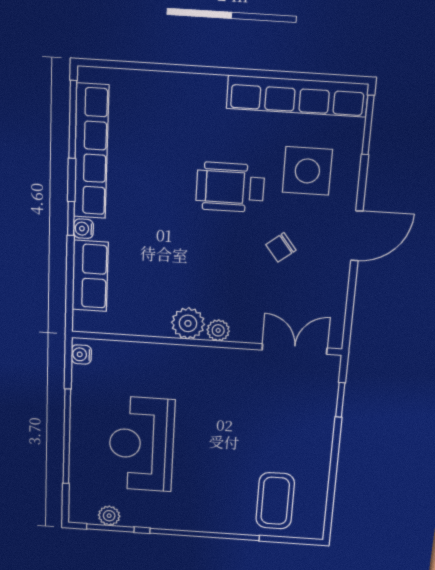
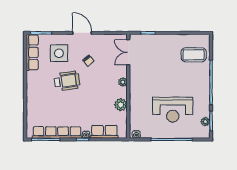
row of seats: (297, 96) -> (32, 52), width x0.73
wheelchair: (230, 187) -> (67, 81), turned -98
plant: (188, 323) -> (121, 105), moved

